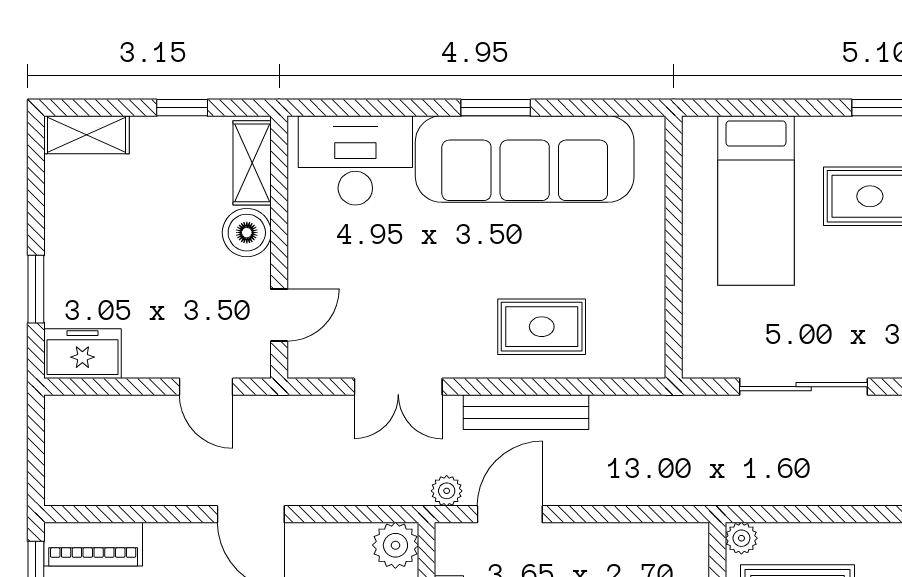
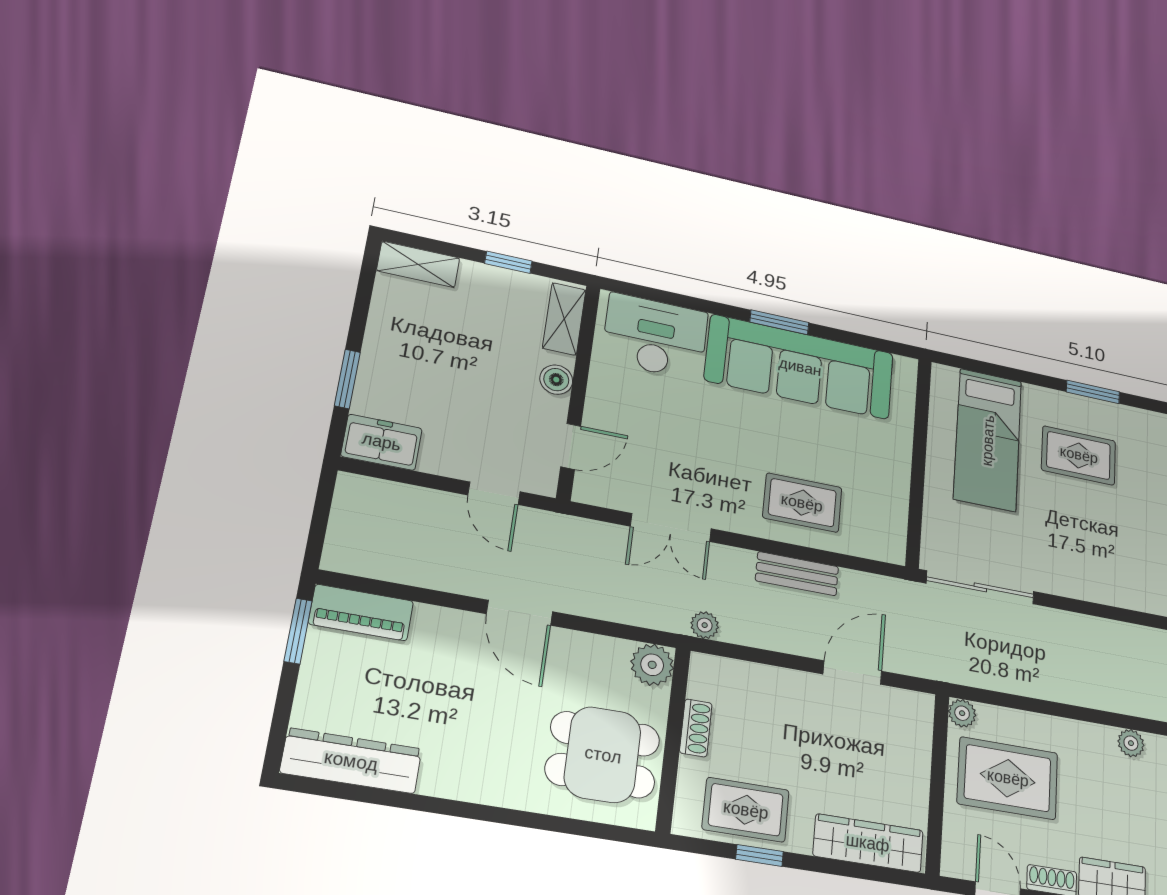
boiler: (247, 233) -> (556, 380), width x0.73, depth x0.73
sliding door: (804, 387) -> (980, 587), moved
bench: (526, 412) -> (797, 574), width x0.73
door: (510, 514) -> (852, 673), moved

